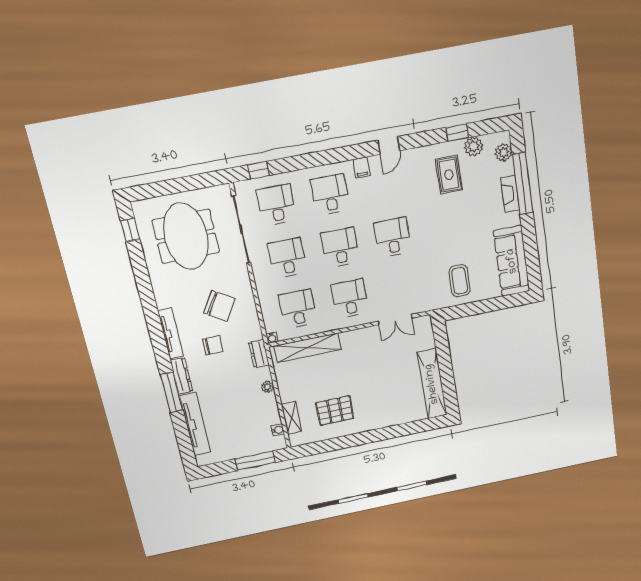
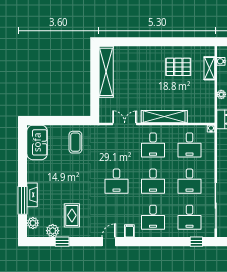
window: (523, 183) -> (23, 200), width x0.68
sofa: (512, 261) -> (37, 142), width x0.73
shelving: (307, 348) -> (164, 117), moved

